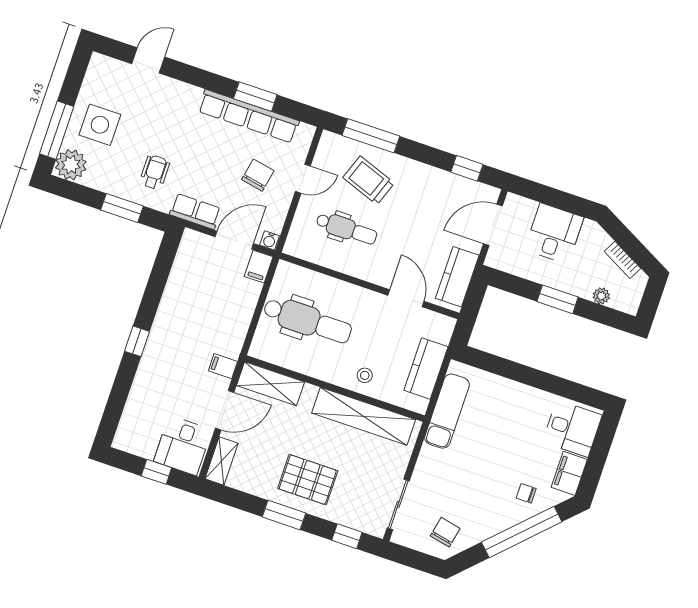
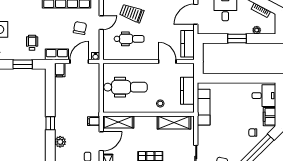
filing cabinet: (259, 267) -> (60, 70), moved
plant: (144, 384) -> (60, 142), added
shelving: (364, 416) -> (174, 122), width x0.68

